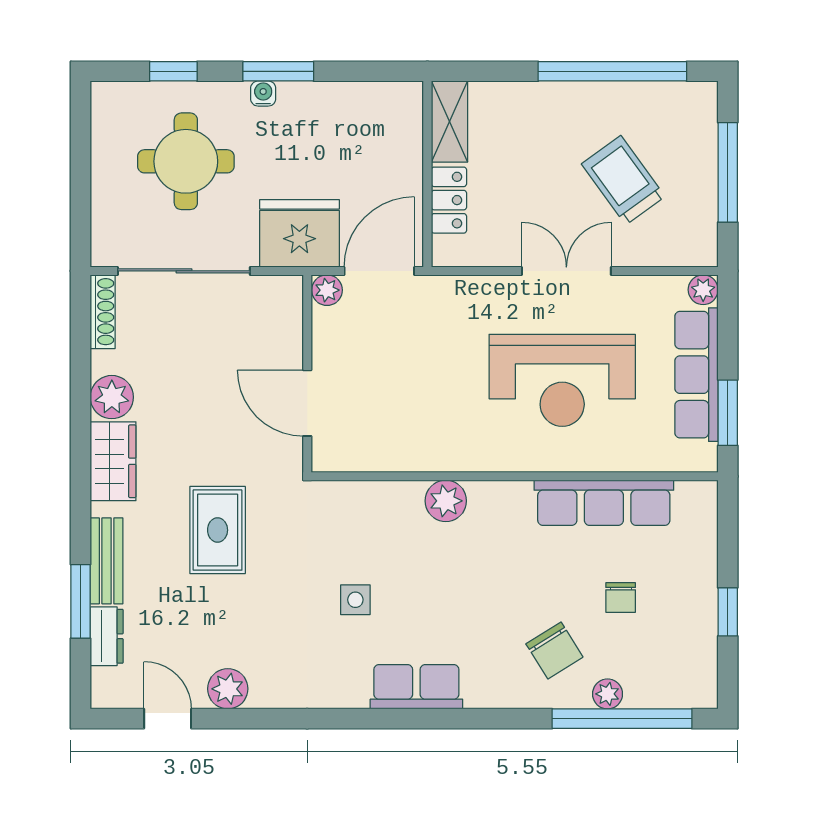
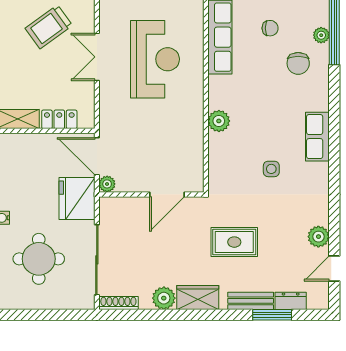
chair: (554, 650) -> (298, 63), turned 122

